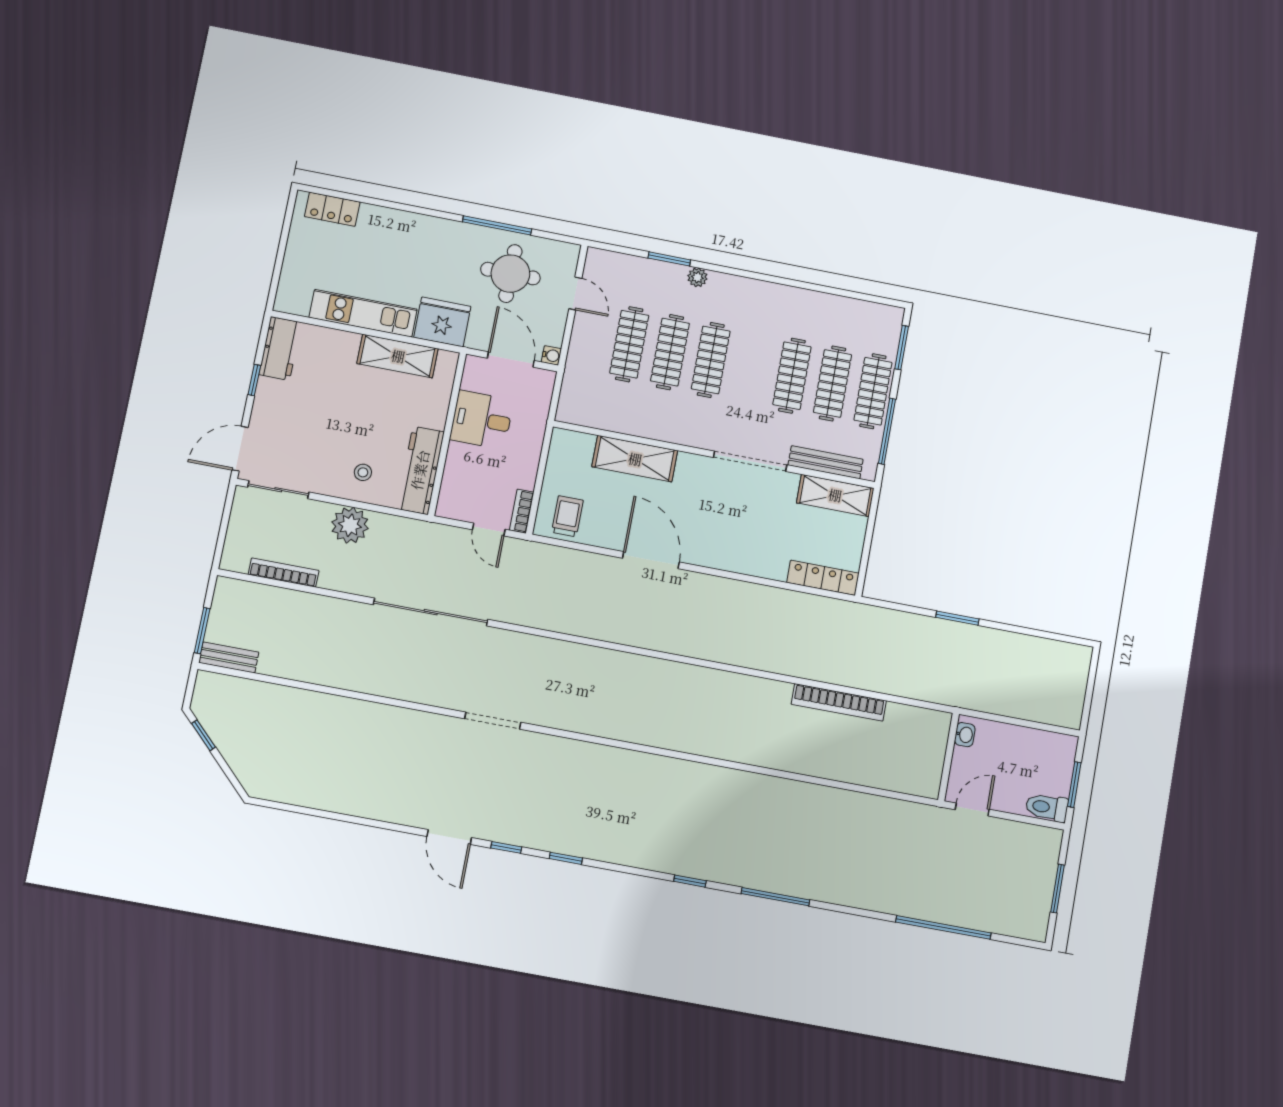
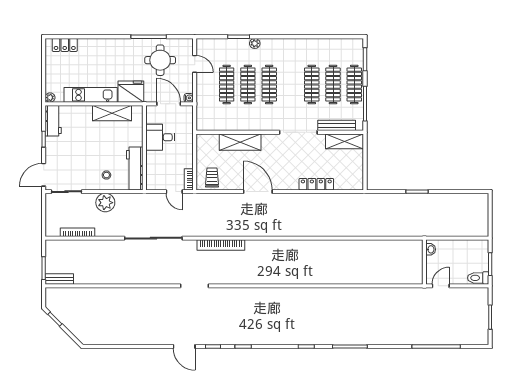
plant: (283, 303) -> (50, 98), added
locker: (823, 578) -> (316, 184), moved
bookcase: (839, 702) -> (221, 245), moved

